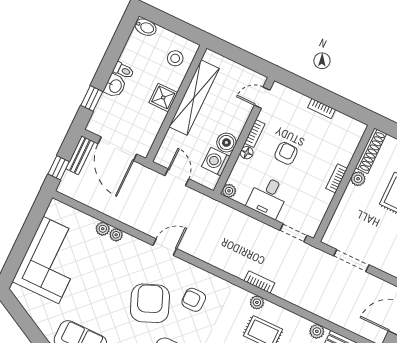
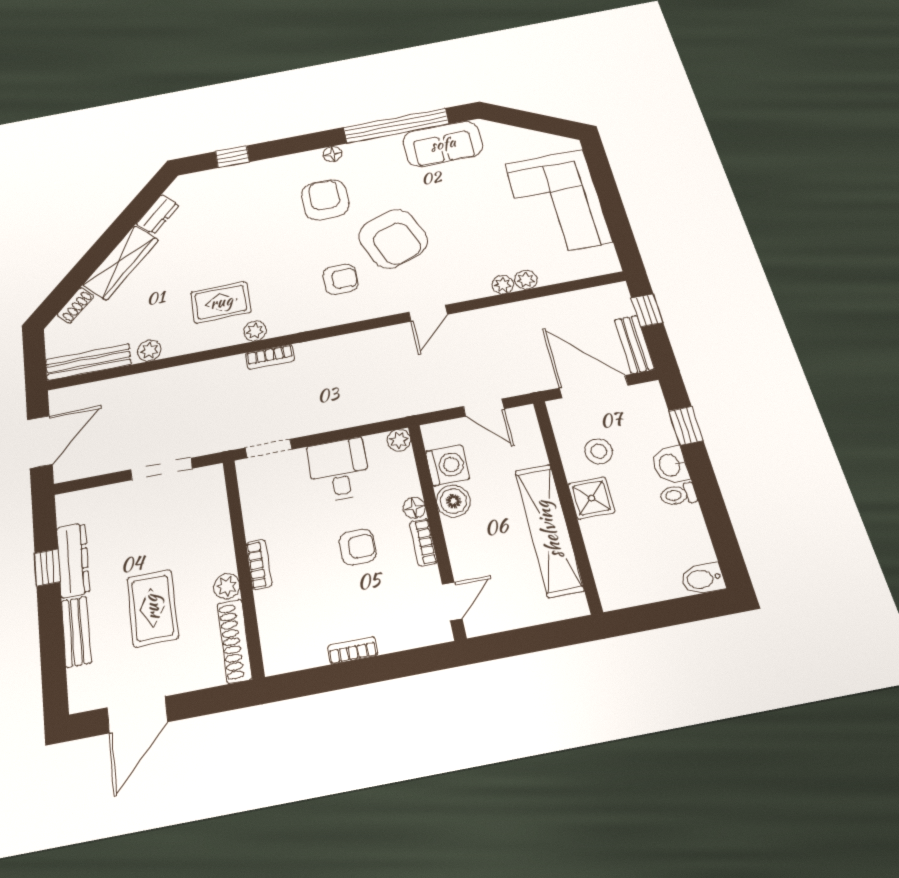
stool: (175, 58) -> (599, 451), moved
armchair: (286, 153) -> (358, 547), turned -90

